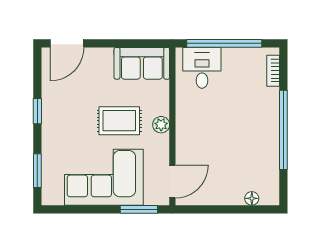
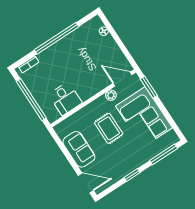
sofa: (142, 63) -> (79, 149), moved
desk: (202, 68) -> (65, 99), moved, turned -90
plant: (161, 125) -> (111, 95), moved
window: (37, 171) -> (164, 154), width x1.44

